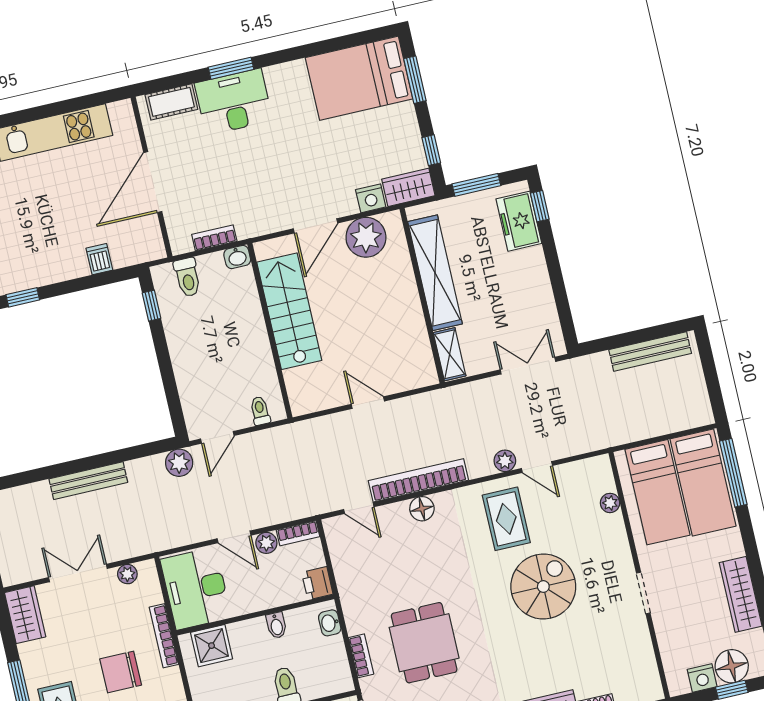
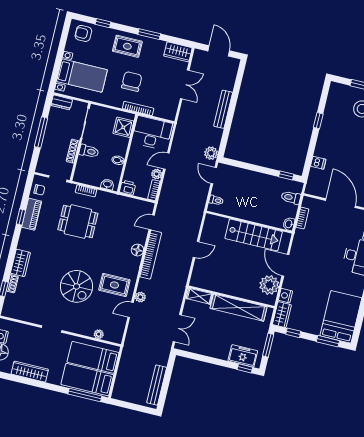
plant: (127, 574) -> (173, 106), removed

